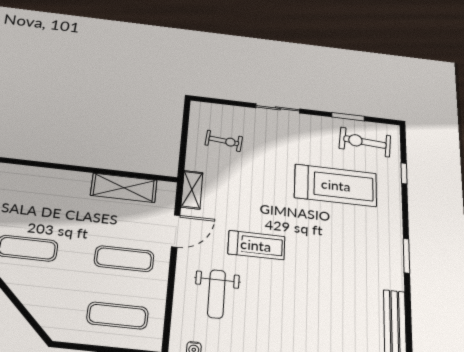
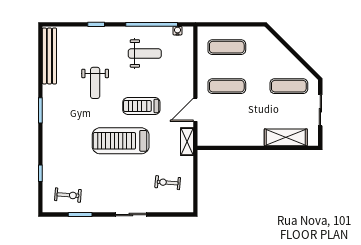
exercise bike: (365, 142) -> (68, 195), width x0.73, depth x0.72
treadmill: (336, 185) -> (121, 141), moved
shelving: (124, 188) -> (286, 137), moved
weight bench: (325, 285) -> (95, 83), added
weight bench: (217, 294) -> (145, 54), moved, turned 90

